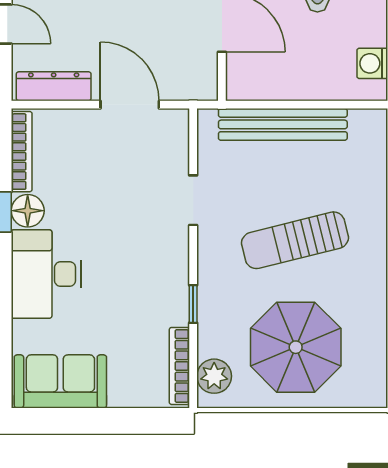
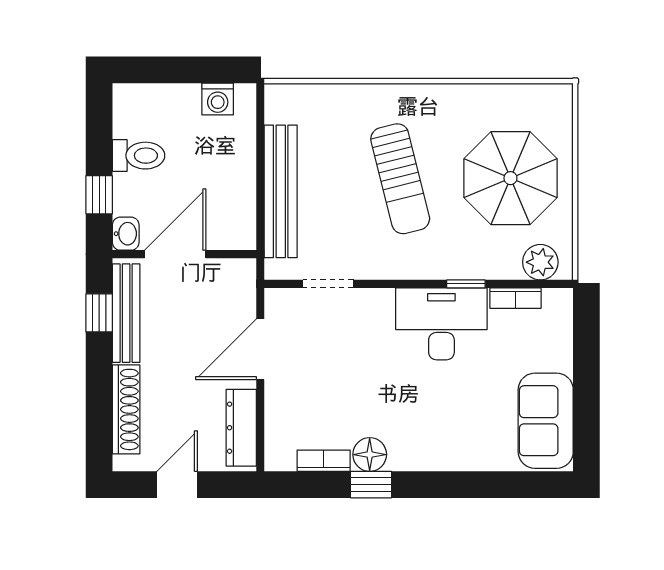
bookcase: (22, 152) -> (324, 461), width x0.64
doorway: (193, 200) -> (328, 284), moved
desk: (46, 274) -> (441, 324), moved, turned 180
bookcase: (179, 366) -> (515, 298), width x0.64

